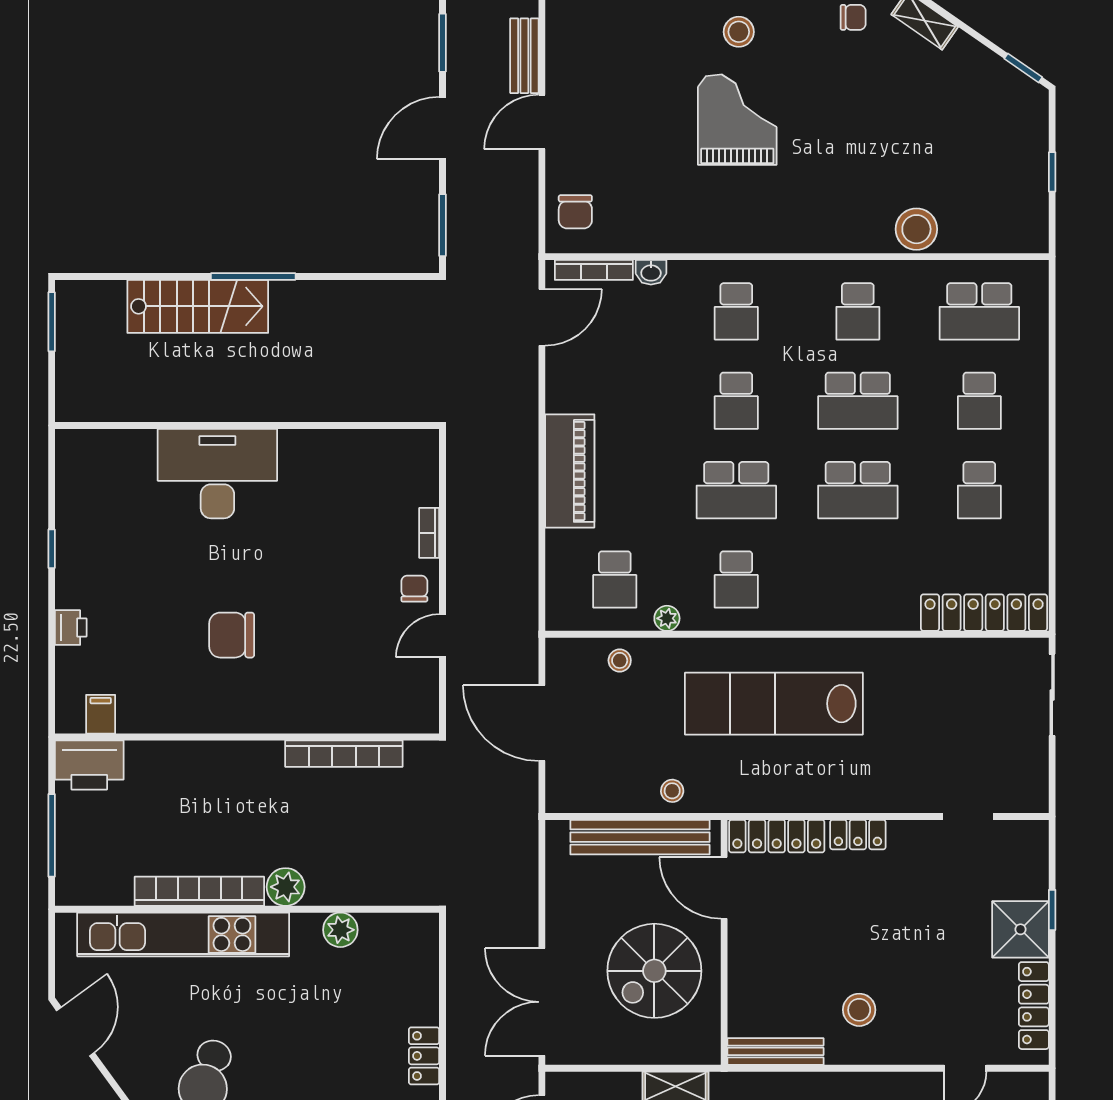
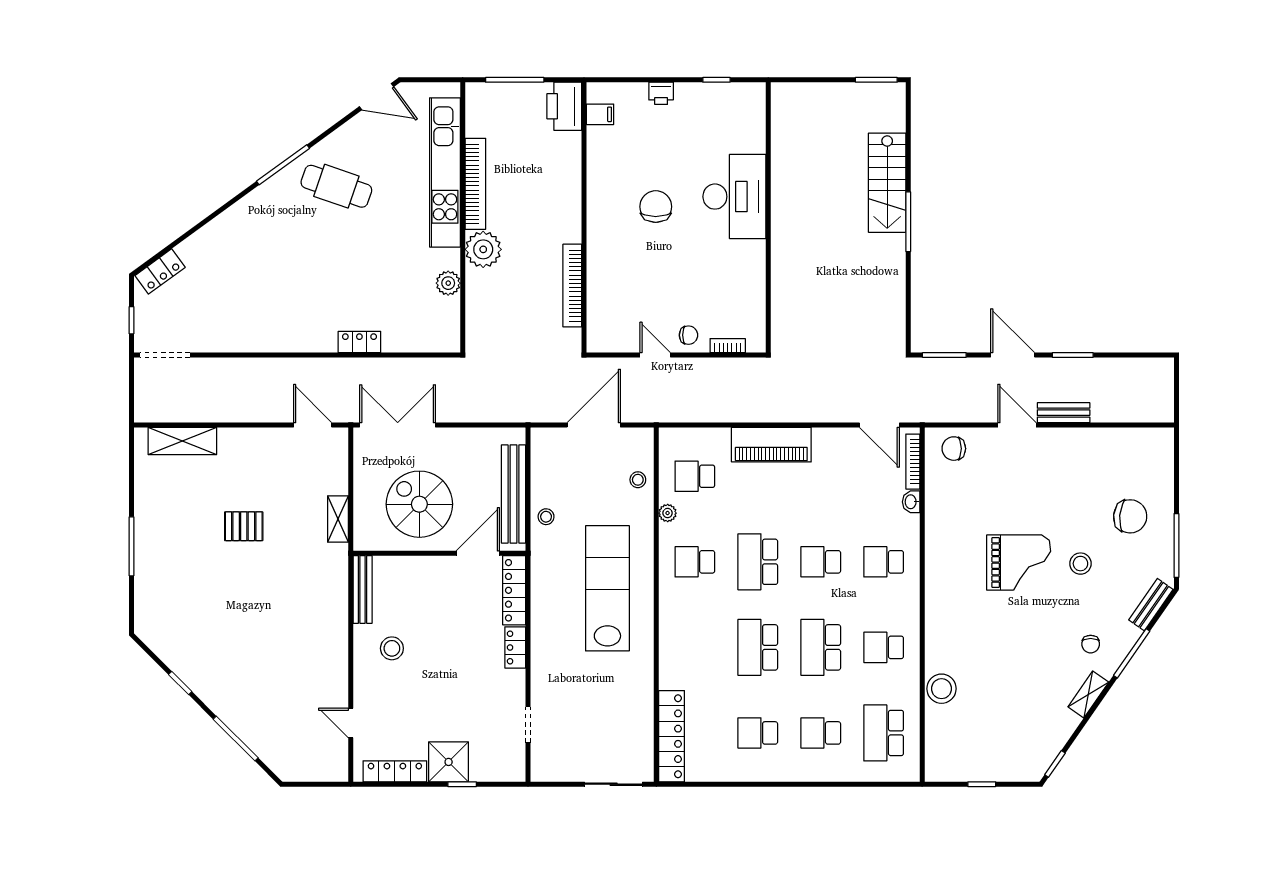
wall: (247, 426) -> (768, 217), moved
desk: (217, 474) -> (734, 197), moved
plant: (286, 887) -> (483, 249), width x1.36, depth x1.36

